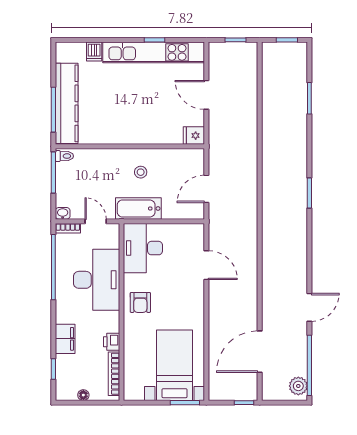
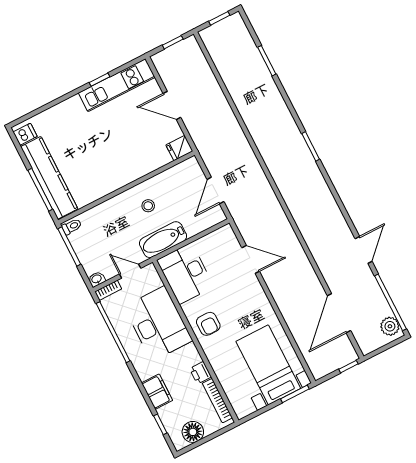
dishwasher: (94, 52) -> (25, 134), moved, turned -90
kitchen unit: (154, 52) -> (117, 85), width x0.73
floor lamp: (83, 395) -> (193, 432), width x1.89, depth x1.89

